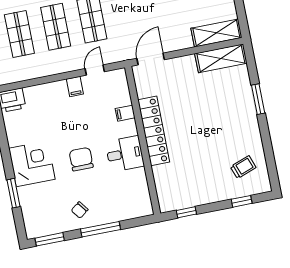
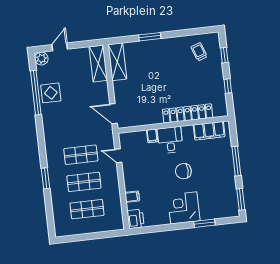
filing cabinet: (75, 87) -> (132, 197), moved
locker: (154, 131) -> (188, 113), moved
desk: (125, 154) -> (170, 140), moved
filing cabinet: (138, 189) -> (209, 131), added
chair: (80, 210) -> (221, 175), removed
window: (186, 212) -> (228, 86), moved

